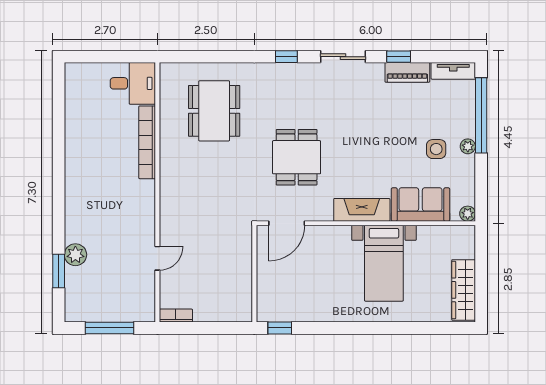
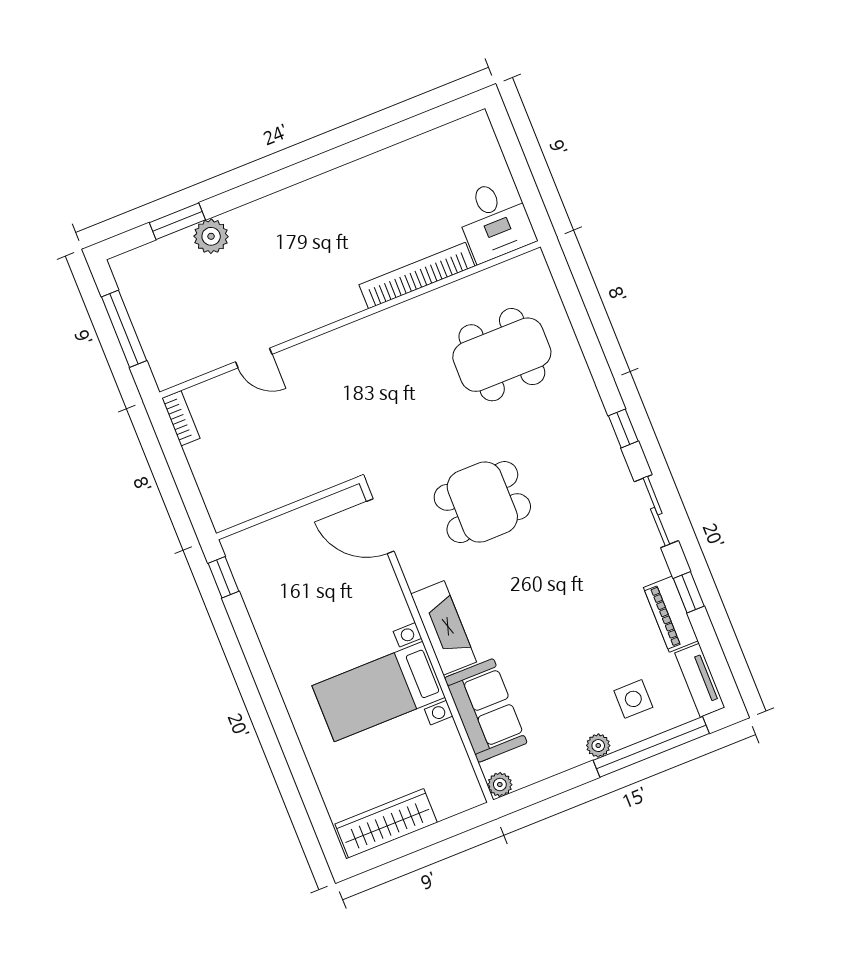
side table: (436, 149) -> (633, 699), moved

